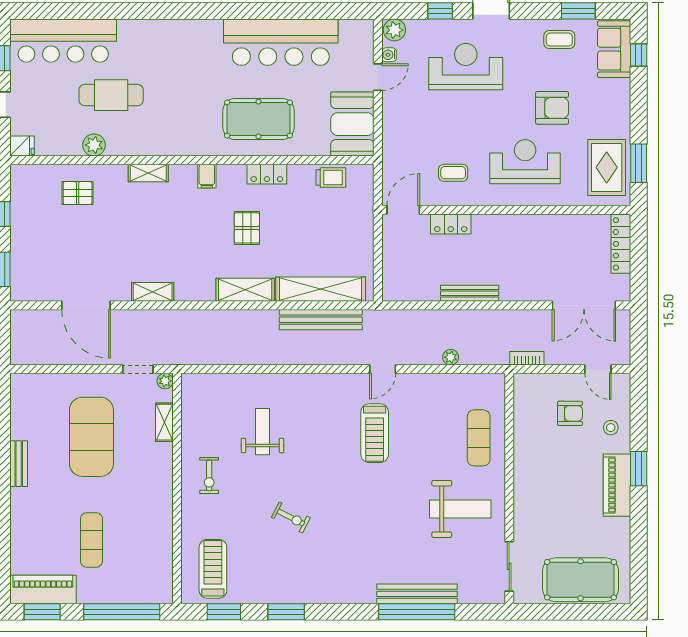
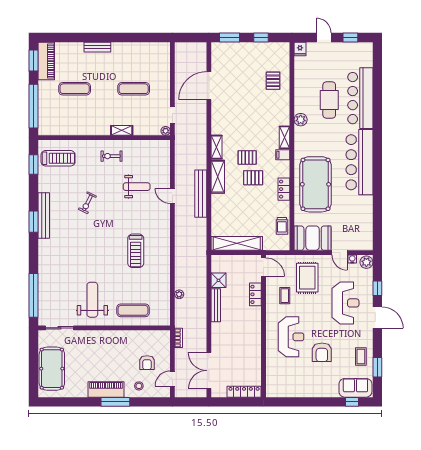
bar counter: (63, 41) -> (360, 98), moved
bar counter: (281, 42) -> (359, 162), moved
pool table: (259, 119) -> (315, 184), width x1.36, depth x1.32
plant: (94, 145) -> (301, 120), moved
window: (639, 163) -> (290, 402), removed
rug: (607, 167) -> (307, 278), moved, turned 90
shelving: (148, 173) -> (285, 137), moved
pallet: (212, 239) -> (247, 157), added
shelving: (321, 289) -> (237, 243), moved, turned 90
shower: (426, 289) -> (218, 280), added
shelving: (153, 292) -> (217, 147), moved
bench: (321, 320) -> (201, 194), moved
door: (383, 369) -> (172, 196), moved
shelving: (164, 422) -> (122, 130), moved
treadmill: (375, 433) -> (136, 251), turned -90
exercise mat: (91, 437) -> (134, 89), width x0.50, depth x0.69
bench: (19, 464) -> (97, 47), moved
window: (639, 469) -> (115, 402), width x1.44
weight bench: (460, 509) -> (92, 300), turned 180
bench: (417, 594) -> (44, 216), moved
window: (286, 612) -> (34, 222), moved
window: (417, 612) -> (34, 295), moved

